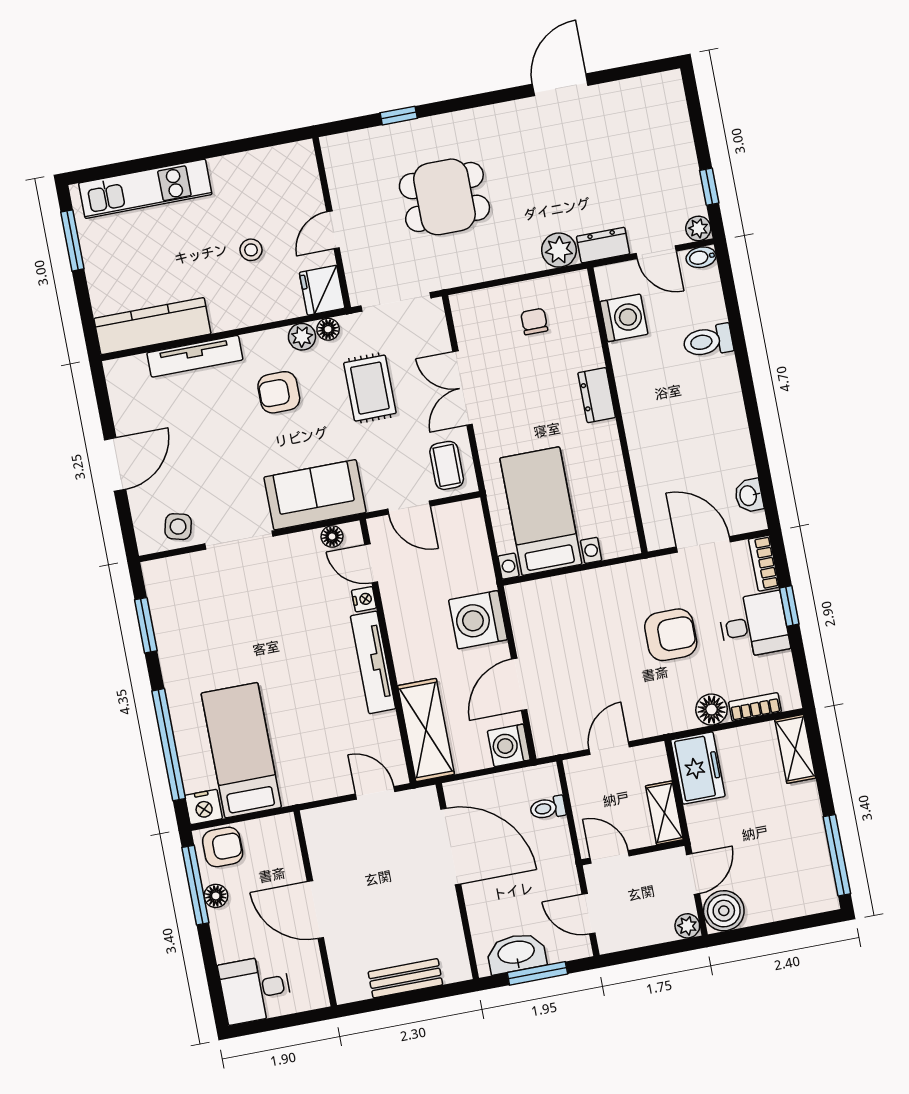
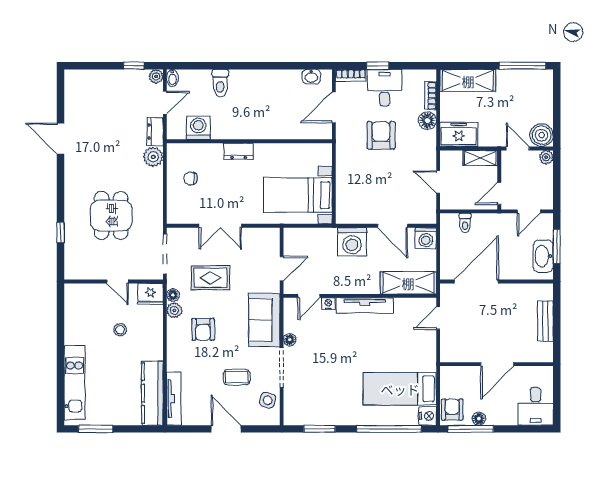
tv unit: (195, 356) -> (174, 399), moved
coffee table: (447, 465) -> (237, 377), moved
floor lamp: (332, 536) -> (290, 340), moved
shelving: (795, 749) -> (468, 81), width x1.50, depth x1.33

